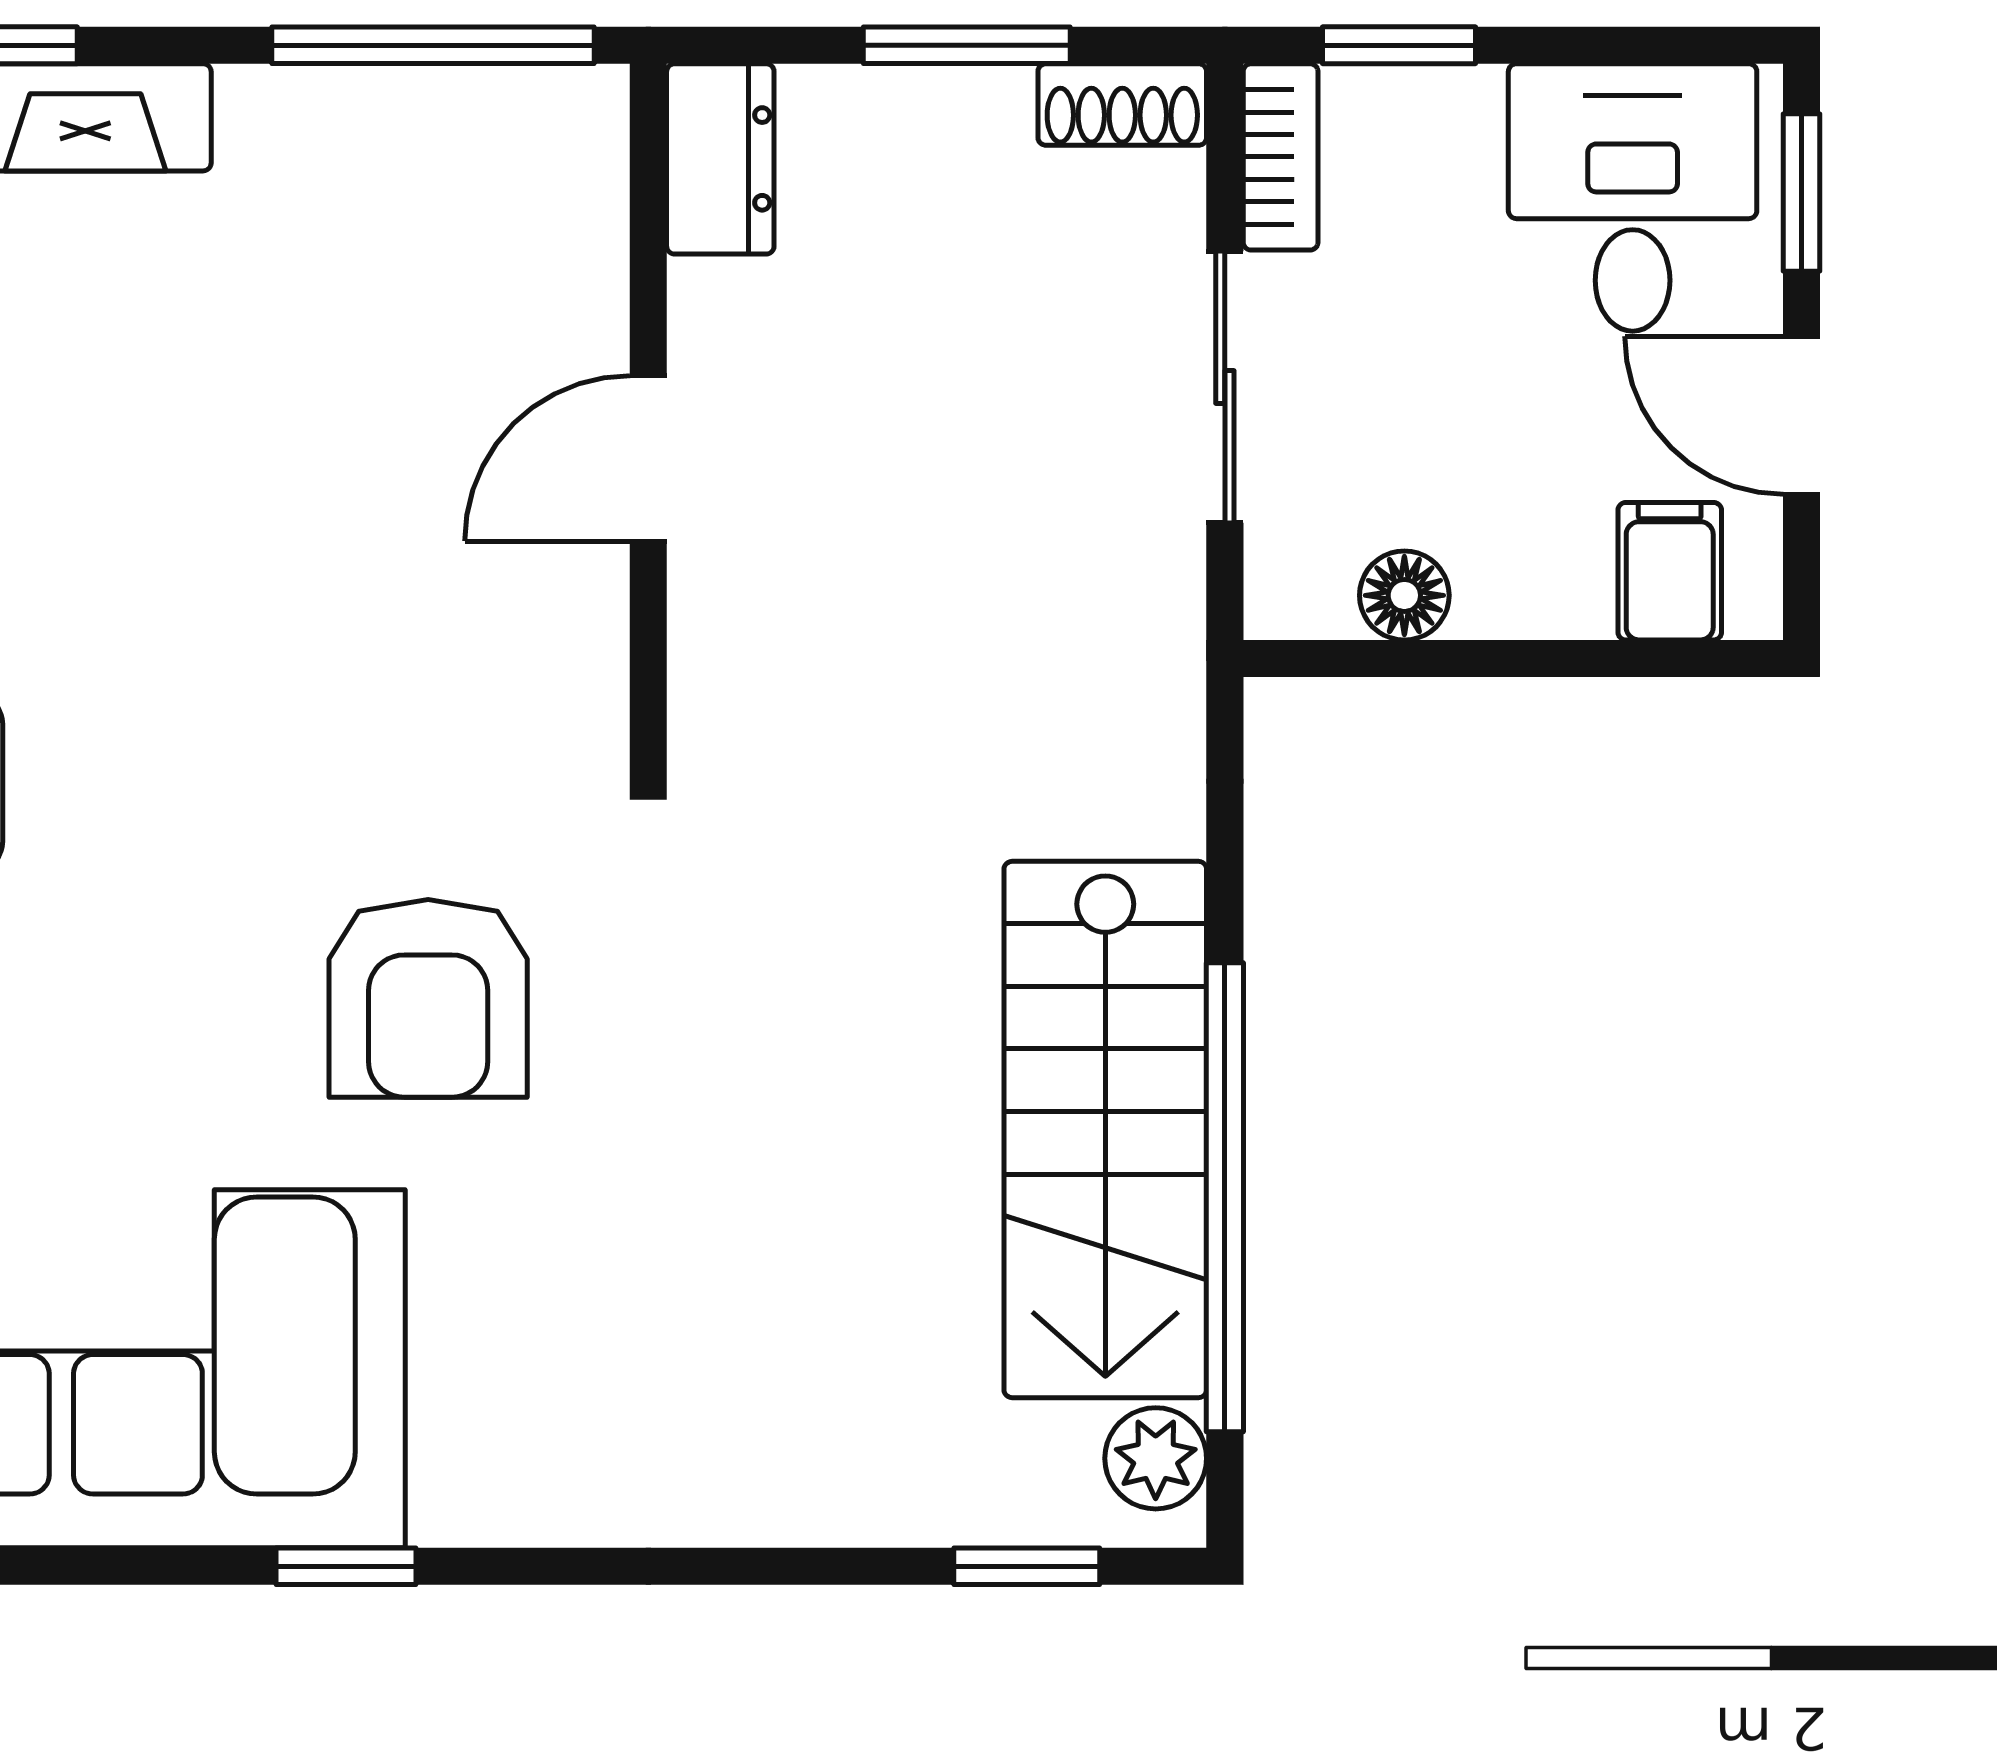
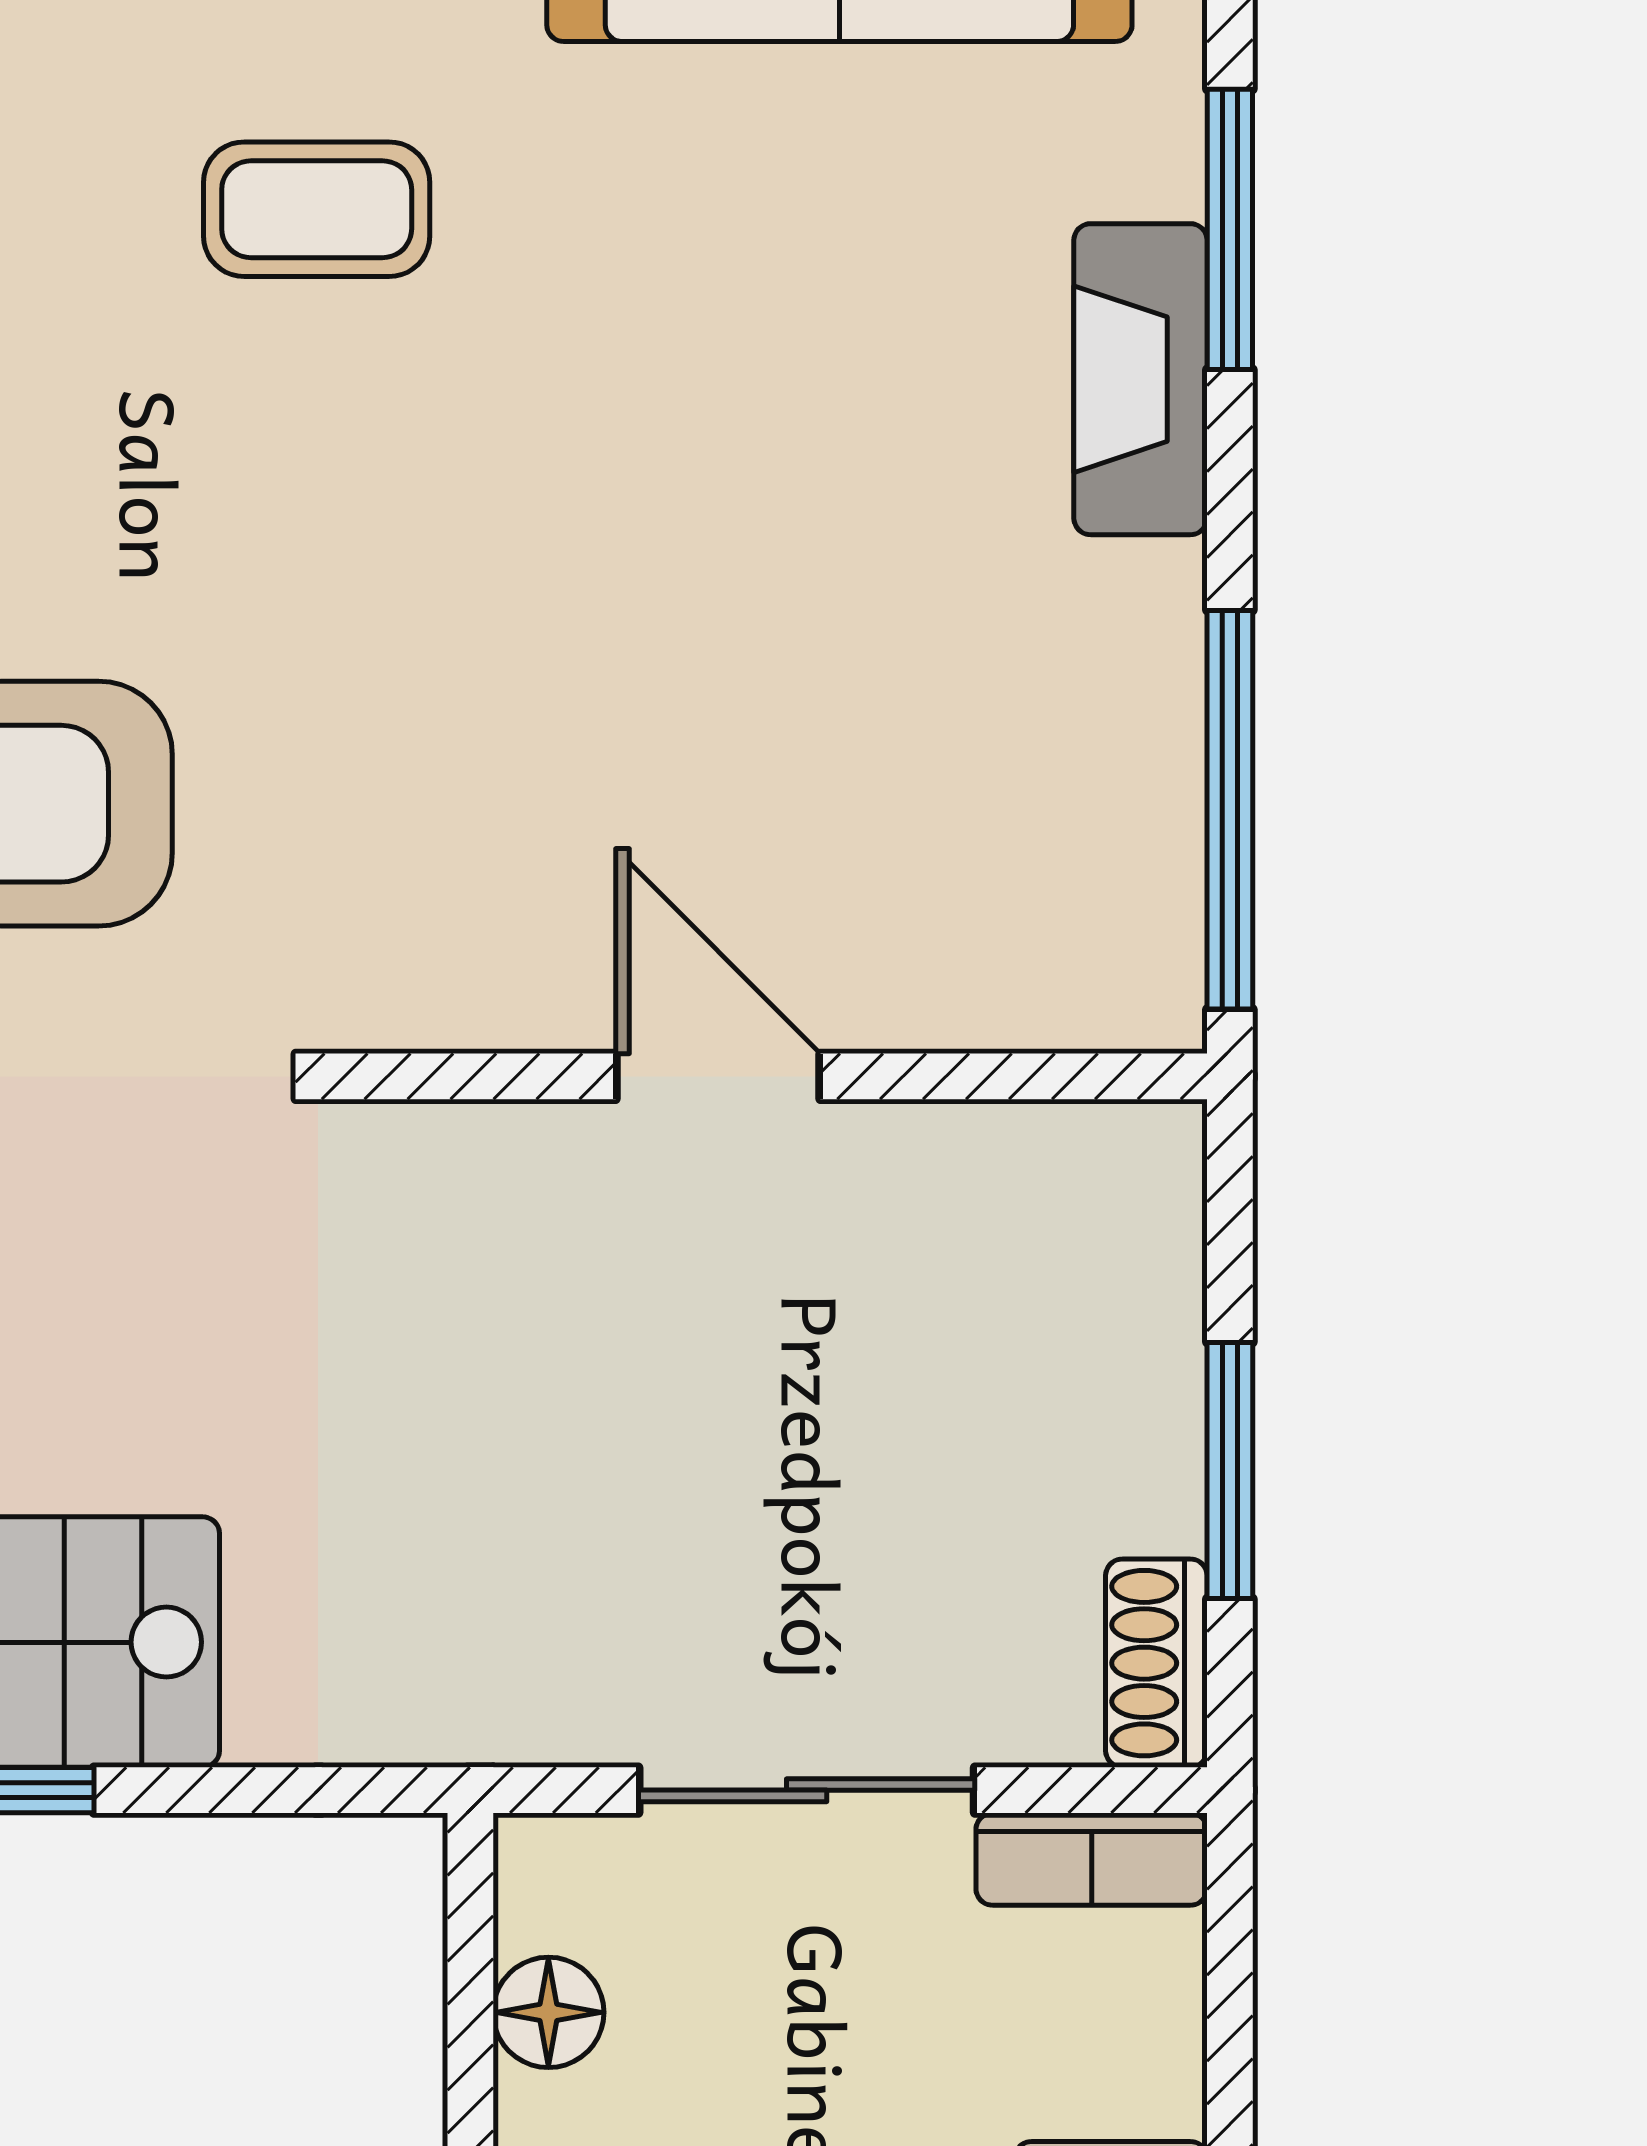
window: (1399, 45) -> (1230, 2006), removed
dresser: (720, 159) -> (1089, 1165), removed

